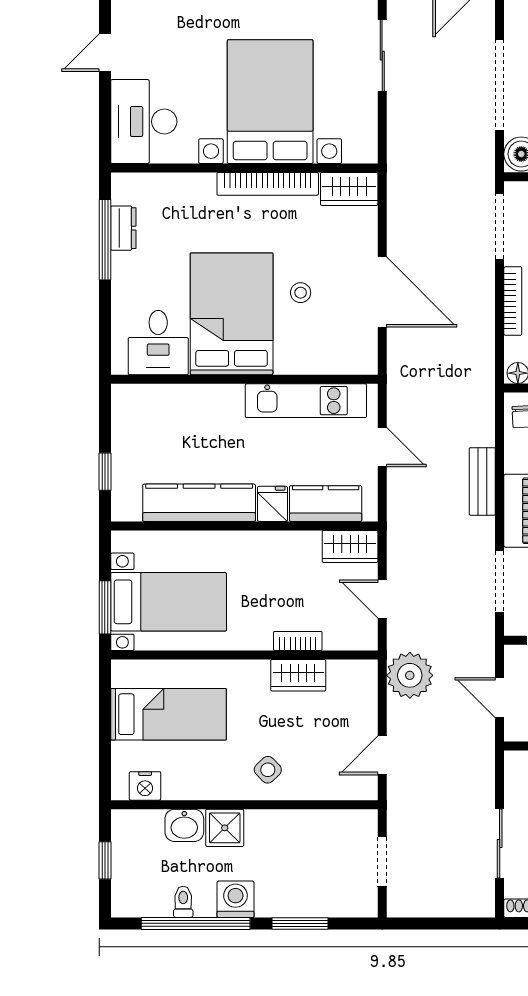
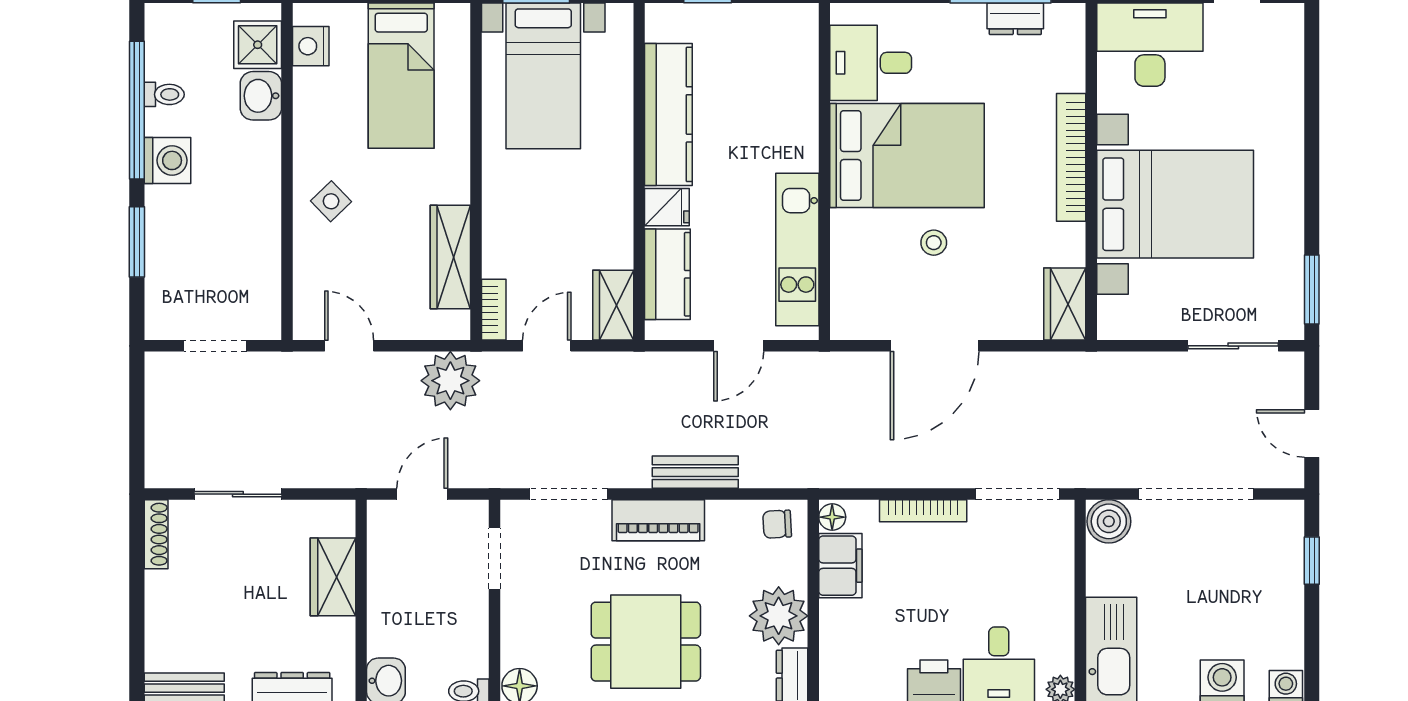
bookcase: (268, 184) -> (1071, 157), moved
bookcase: (298, 641) -> (494, 310), moved
wardrobe: (298, 675) -> (450, 257), width x1.50
shower: (225, 828) -> (258, 45), moved

